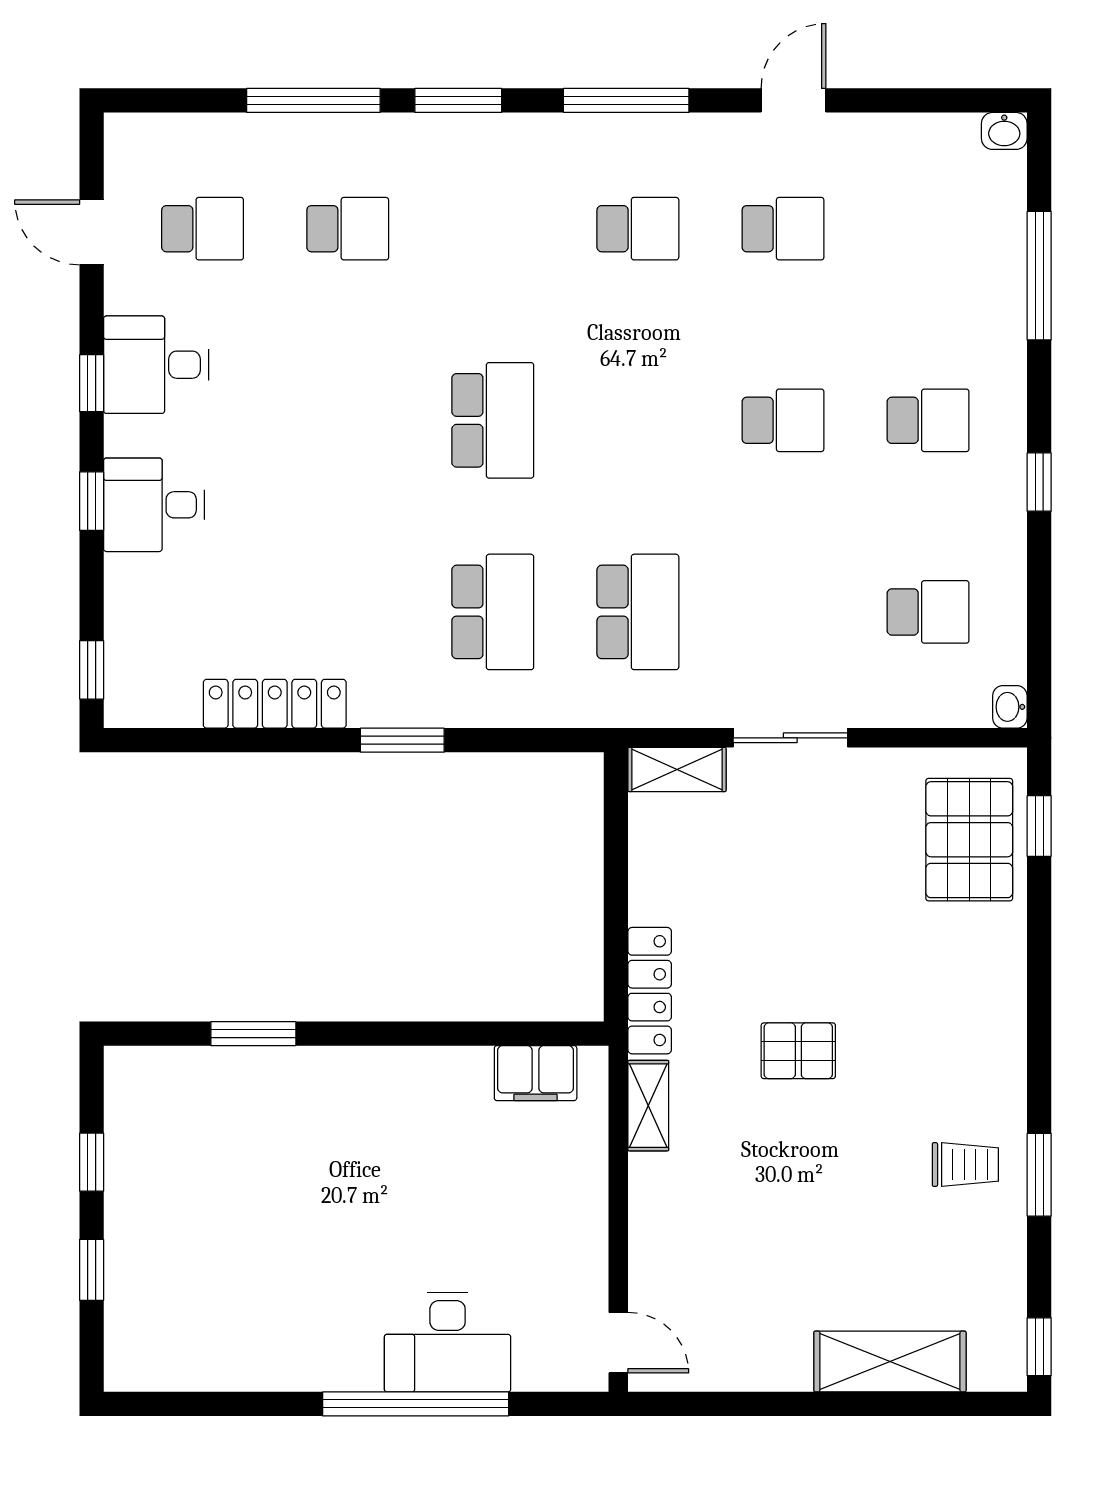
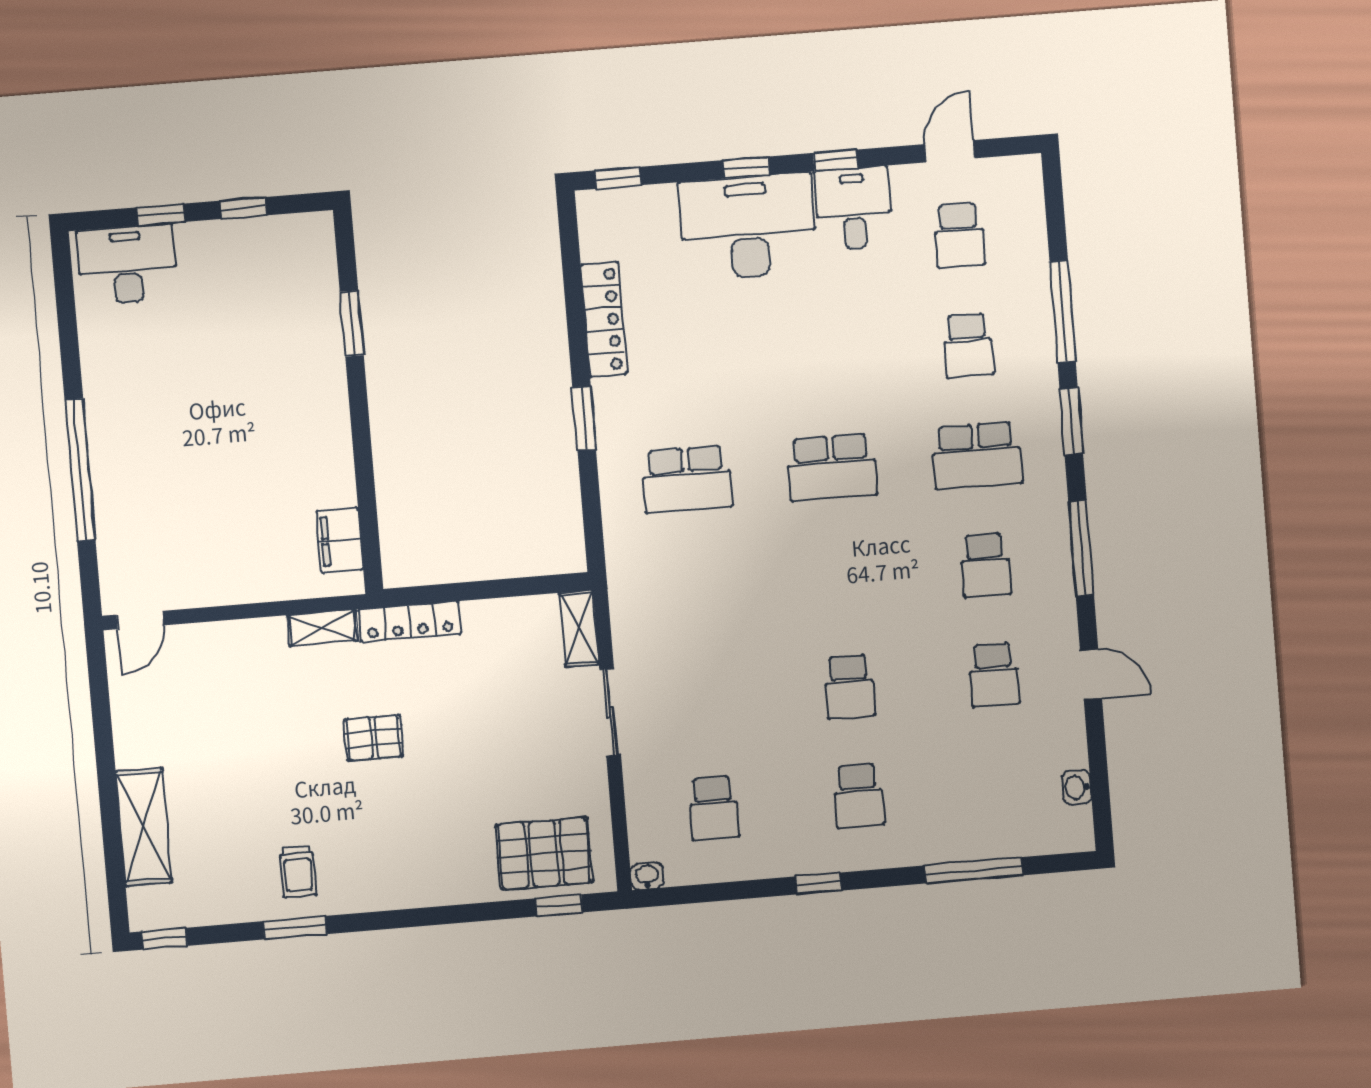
washbasin: (1004, 131) -> (1077, 787), moved
desk: (154, 505) -> (748, 227), width x1.87, depth x1.30
school desk: (638, 612) -> (977, 455), moved
pallet: (798, 1051) -> (374, 738), turned 90
desk: (448, 1342) -> (127, 265), moved, turned 90

